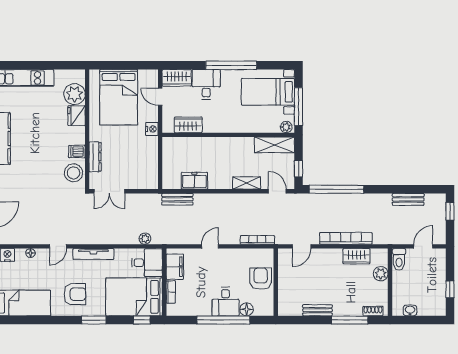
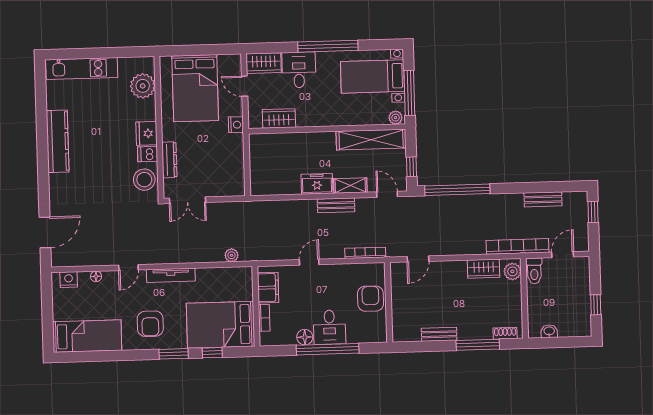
fridge: (76, 116) -> (146, 133), moved
shelving: (274, 145) -> (371, 140), width x1.47
freezer: (194, 181) -> (317, 184), moved
bench: (177, 199) -> (336, 205), moved
bookcase: (346, 238) -> (517, 246), moved
desk: (147, 263) -> (235, 284), removed
plant: (381, 274) -> (512, 271), moved
armchair: (75, 294) -> (150, 324), turned 90
floor lamp: (247, 309) -> (305, 337), moved
window: (142, 320) -> (212, 353), moved

